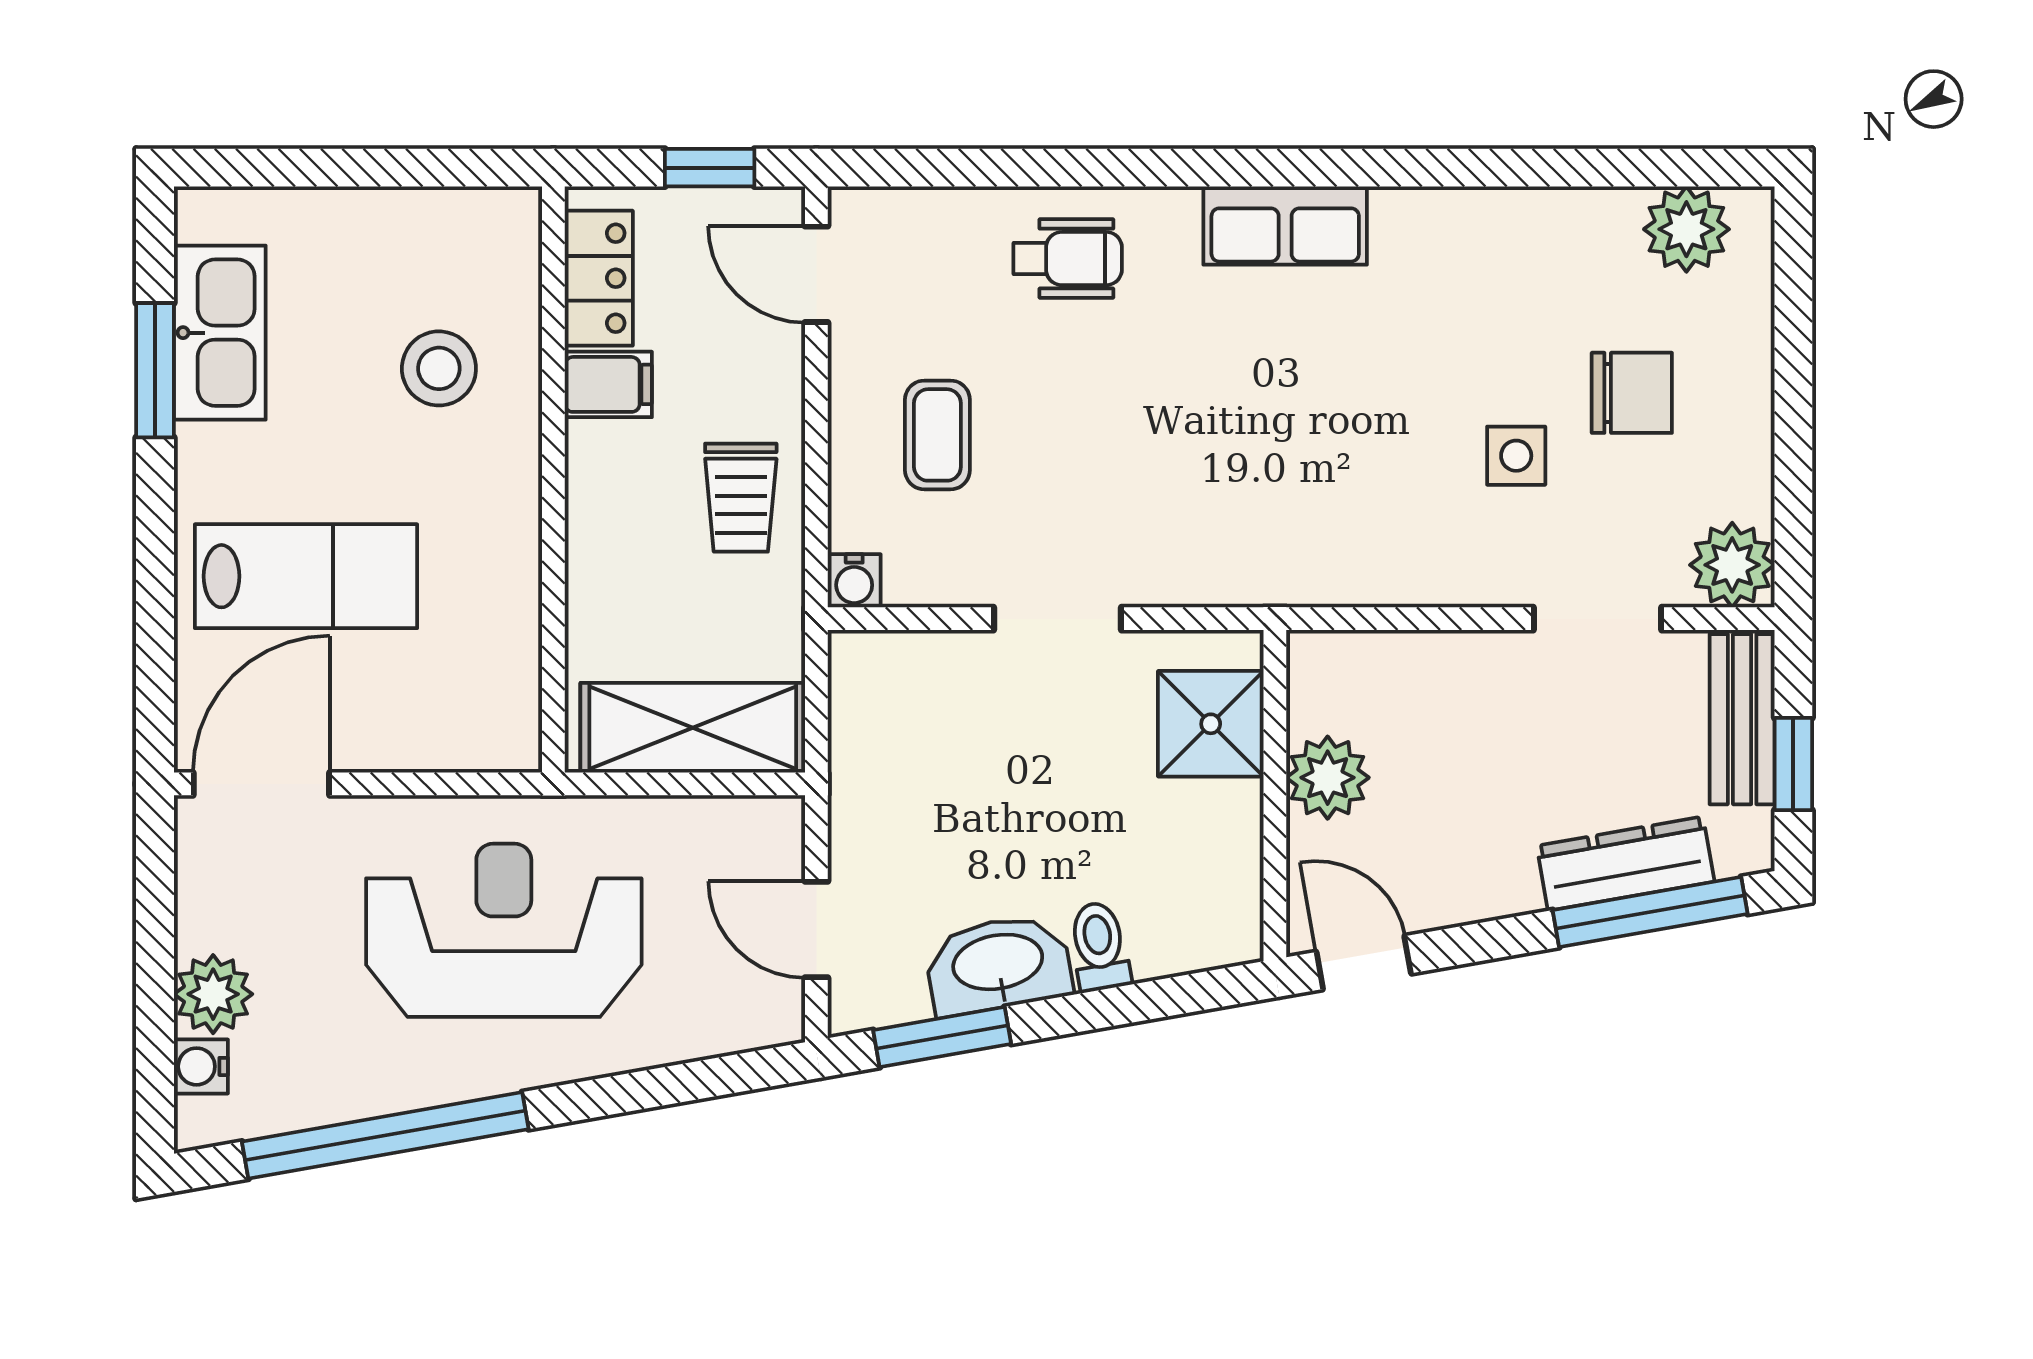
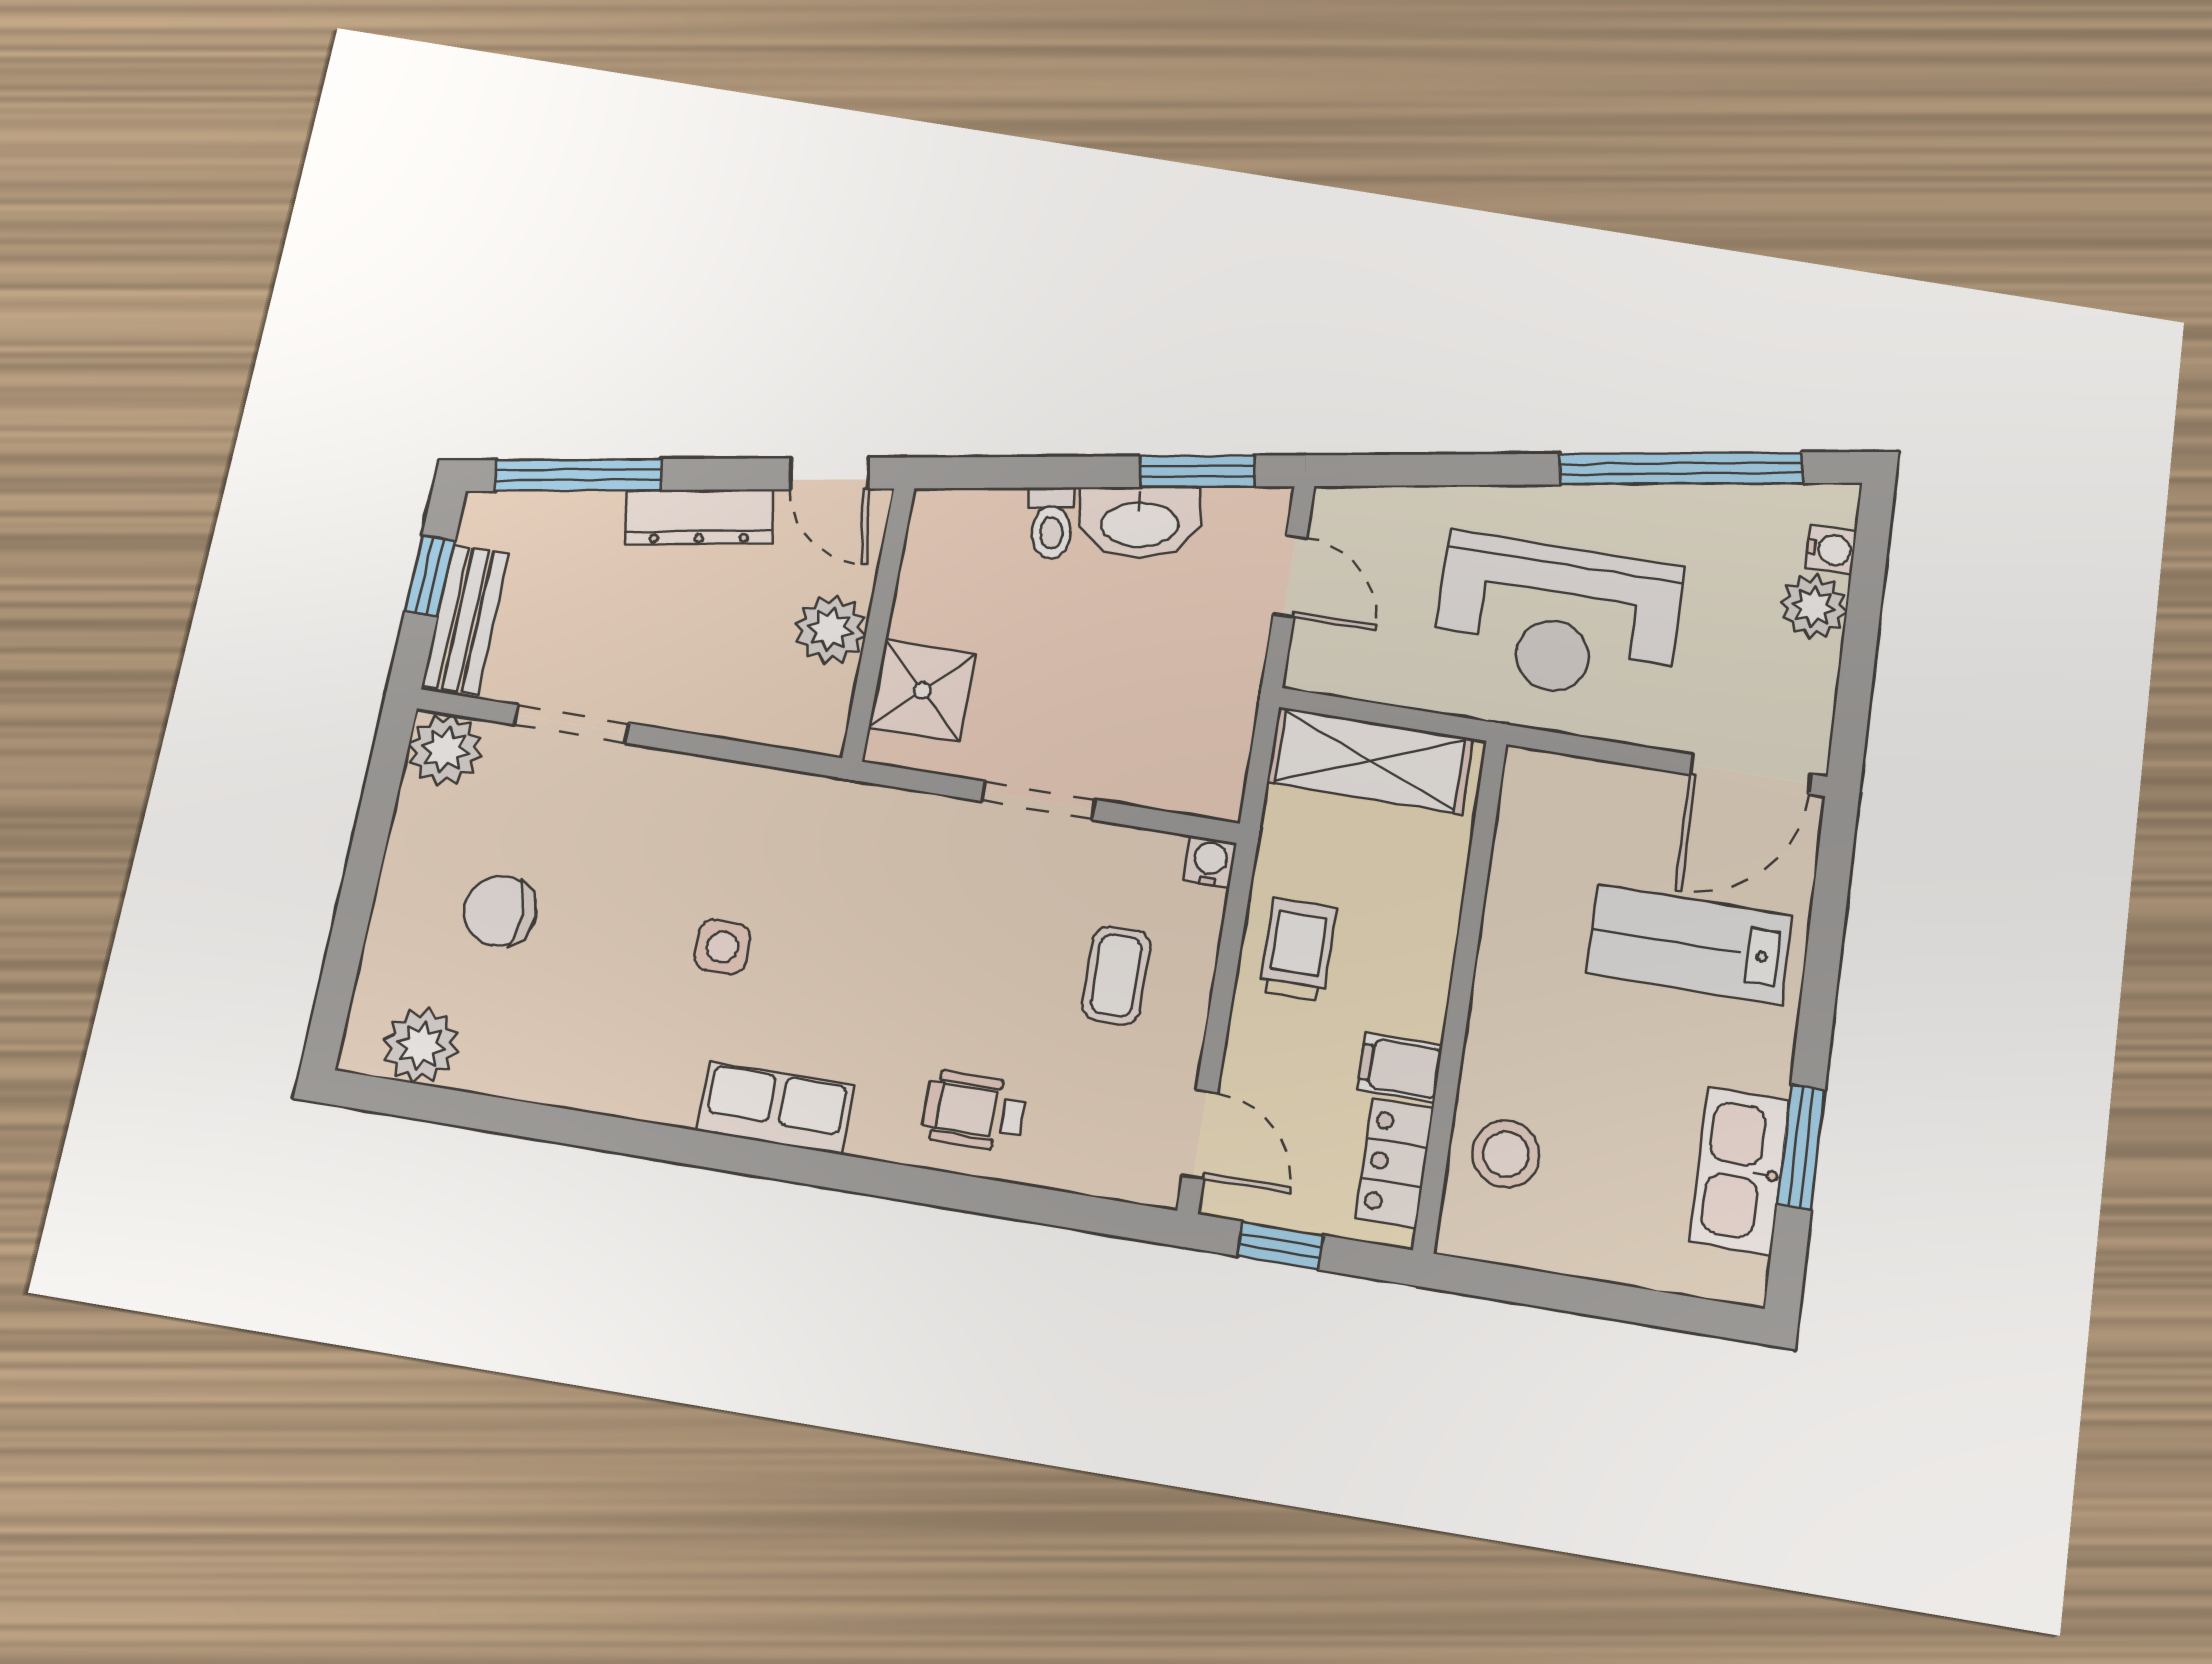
stool: (439, 368) -> (1506, 1154), moved
side table: (1516, 456) -> (722, 947), moved
dresser: (1626, 864) -> (699, 517), moved

